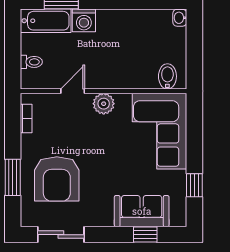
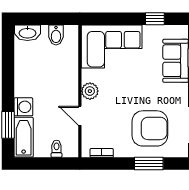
washbasin: (180, 18) -> (27, 33), width x1.91, depth x1.45
bidet: (167, 76) -> (56, 35), moved, turned -90

